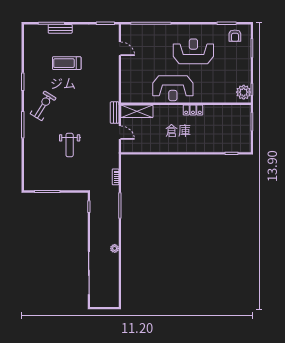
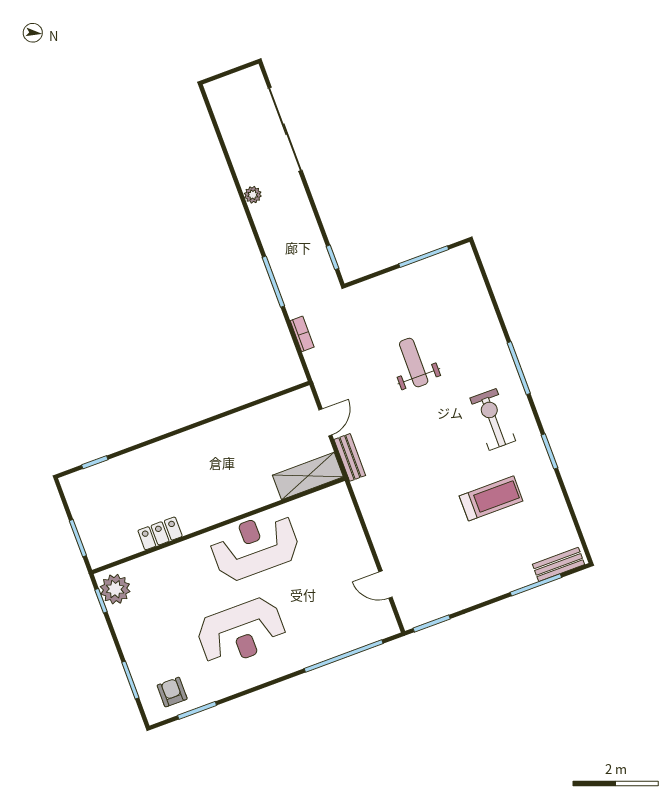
bench: (60, 29) -> (559, 564), moved
treadmill: (67, 63) -> (491, 498), moved
exercise bike: (43, 106) -> (493, 419), turned 148
locker: (193, 110) -> (160, 533), moved
door: (120, 133) -> (325, 422), swing flipped

